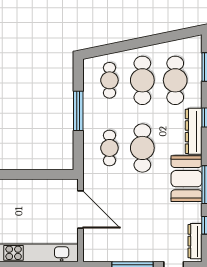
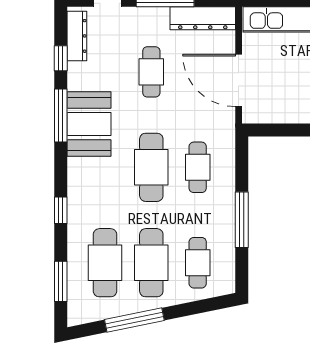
window: (154, 40) -> (134, 320), added
dresser: (194, 131) -> (203, 18), moved, turned 90
cafe table: (142, 216) -> (151, 72), added

